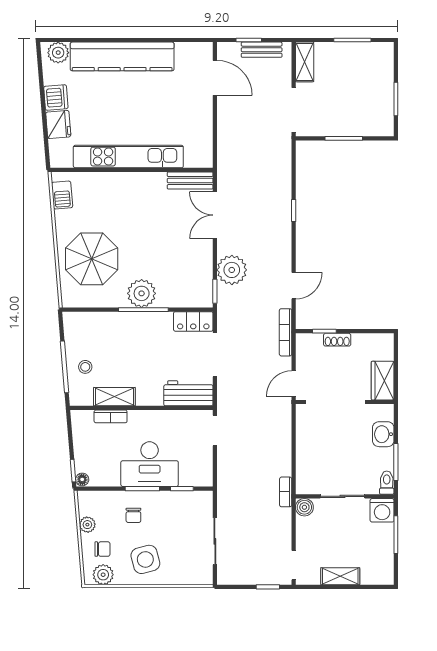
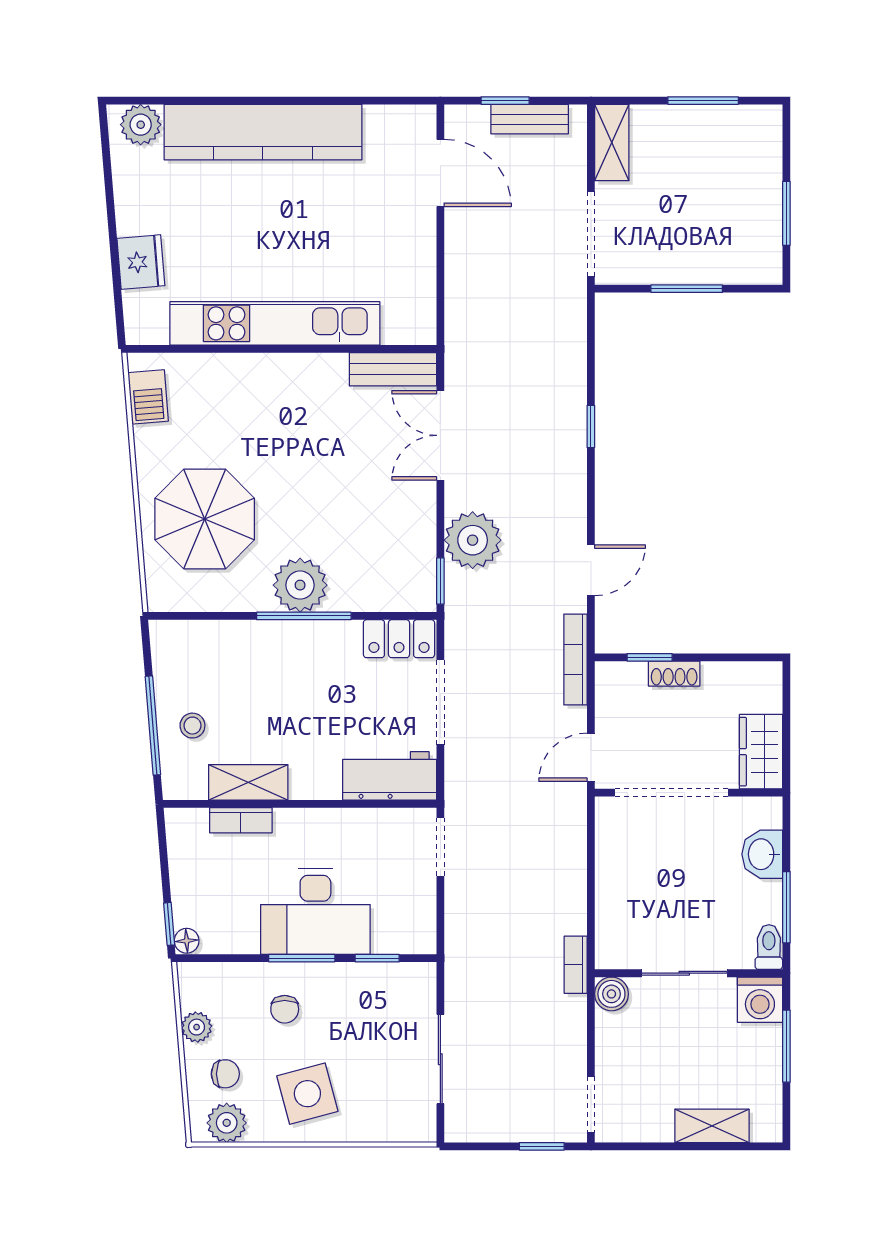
dishwasher: (56, 97) -> (136, 210), removed
shelving: (340, 576) -> (712, 1126), moved

